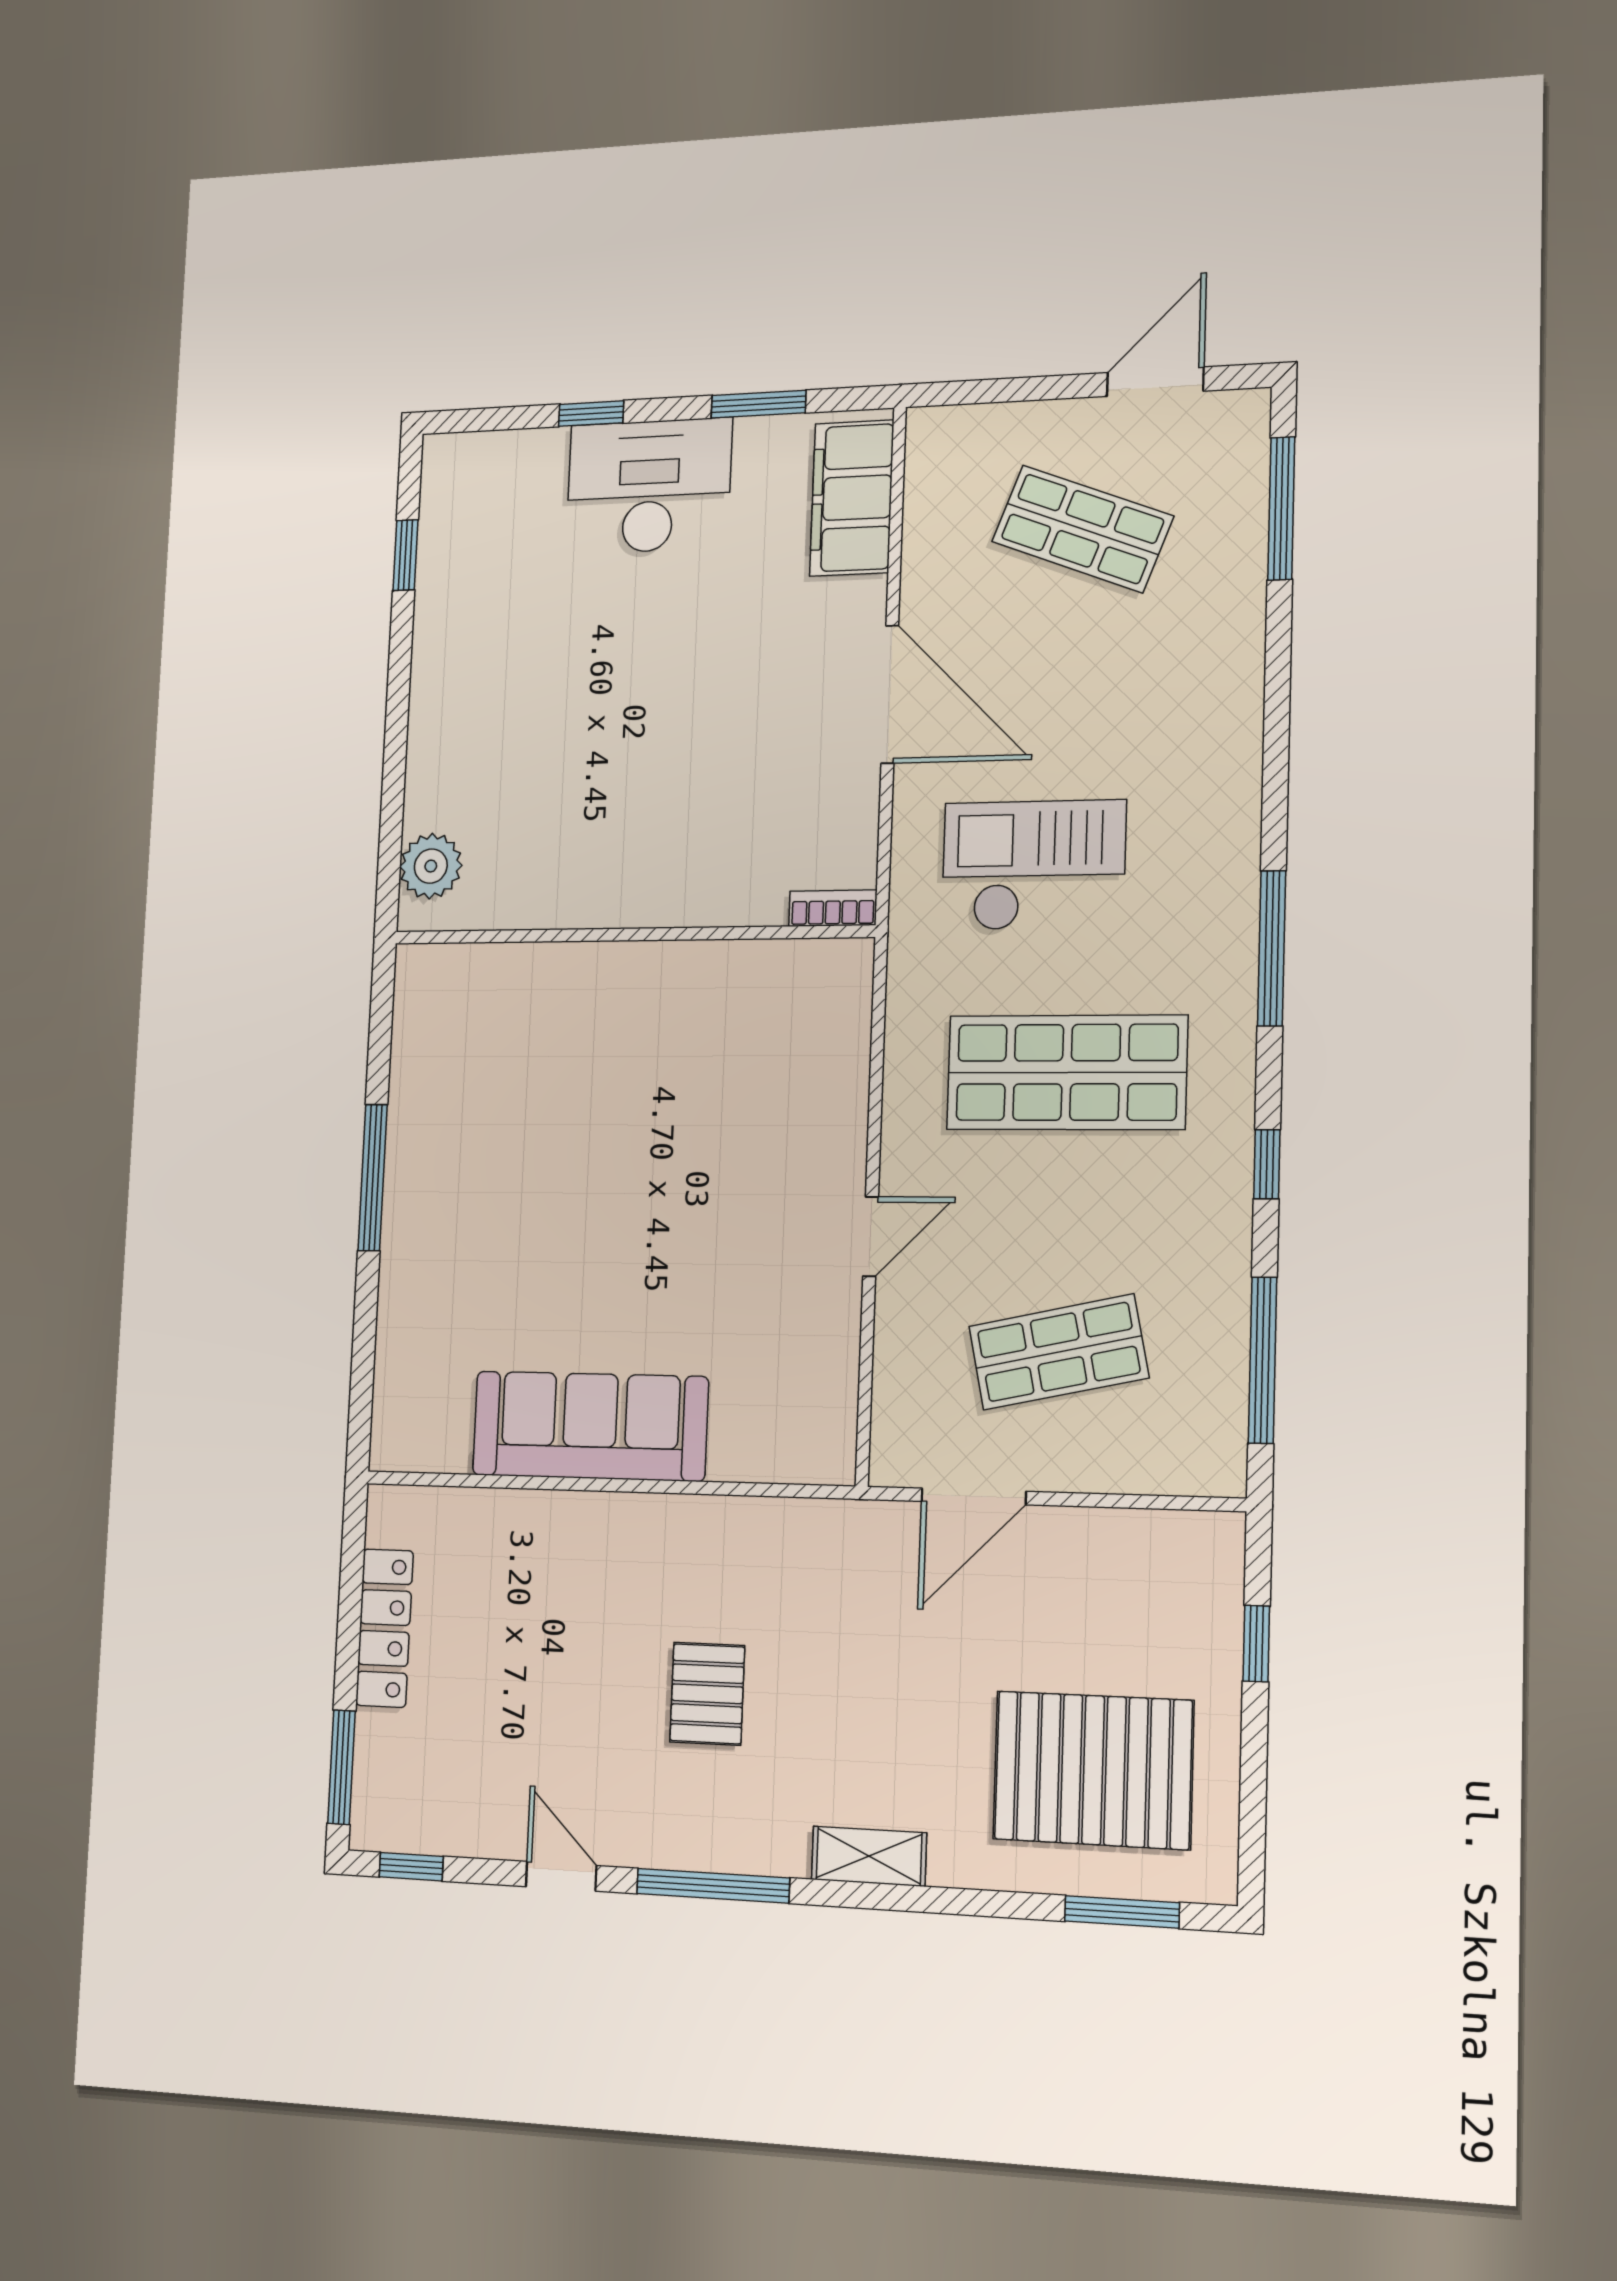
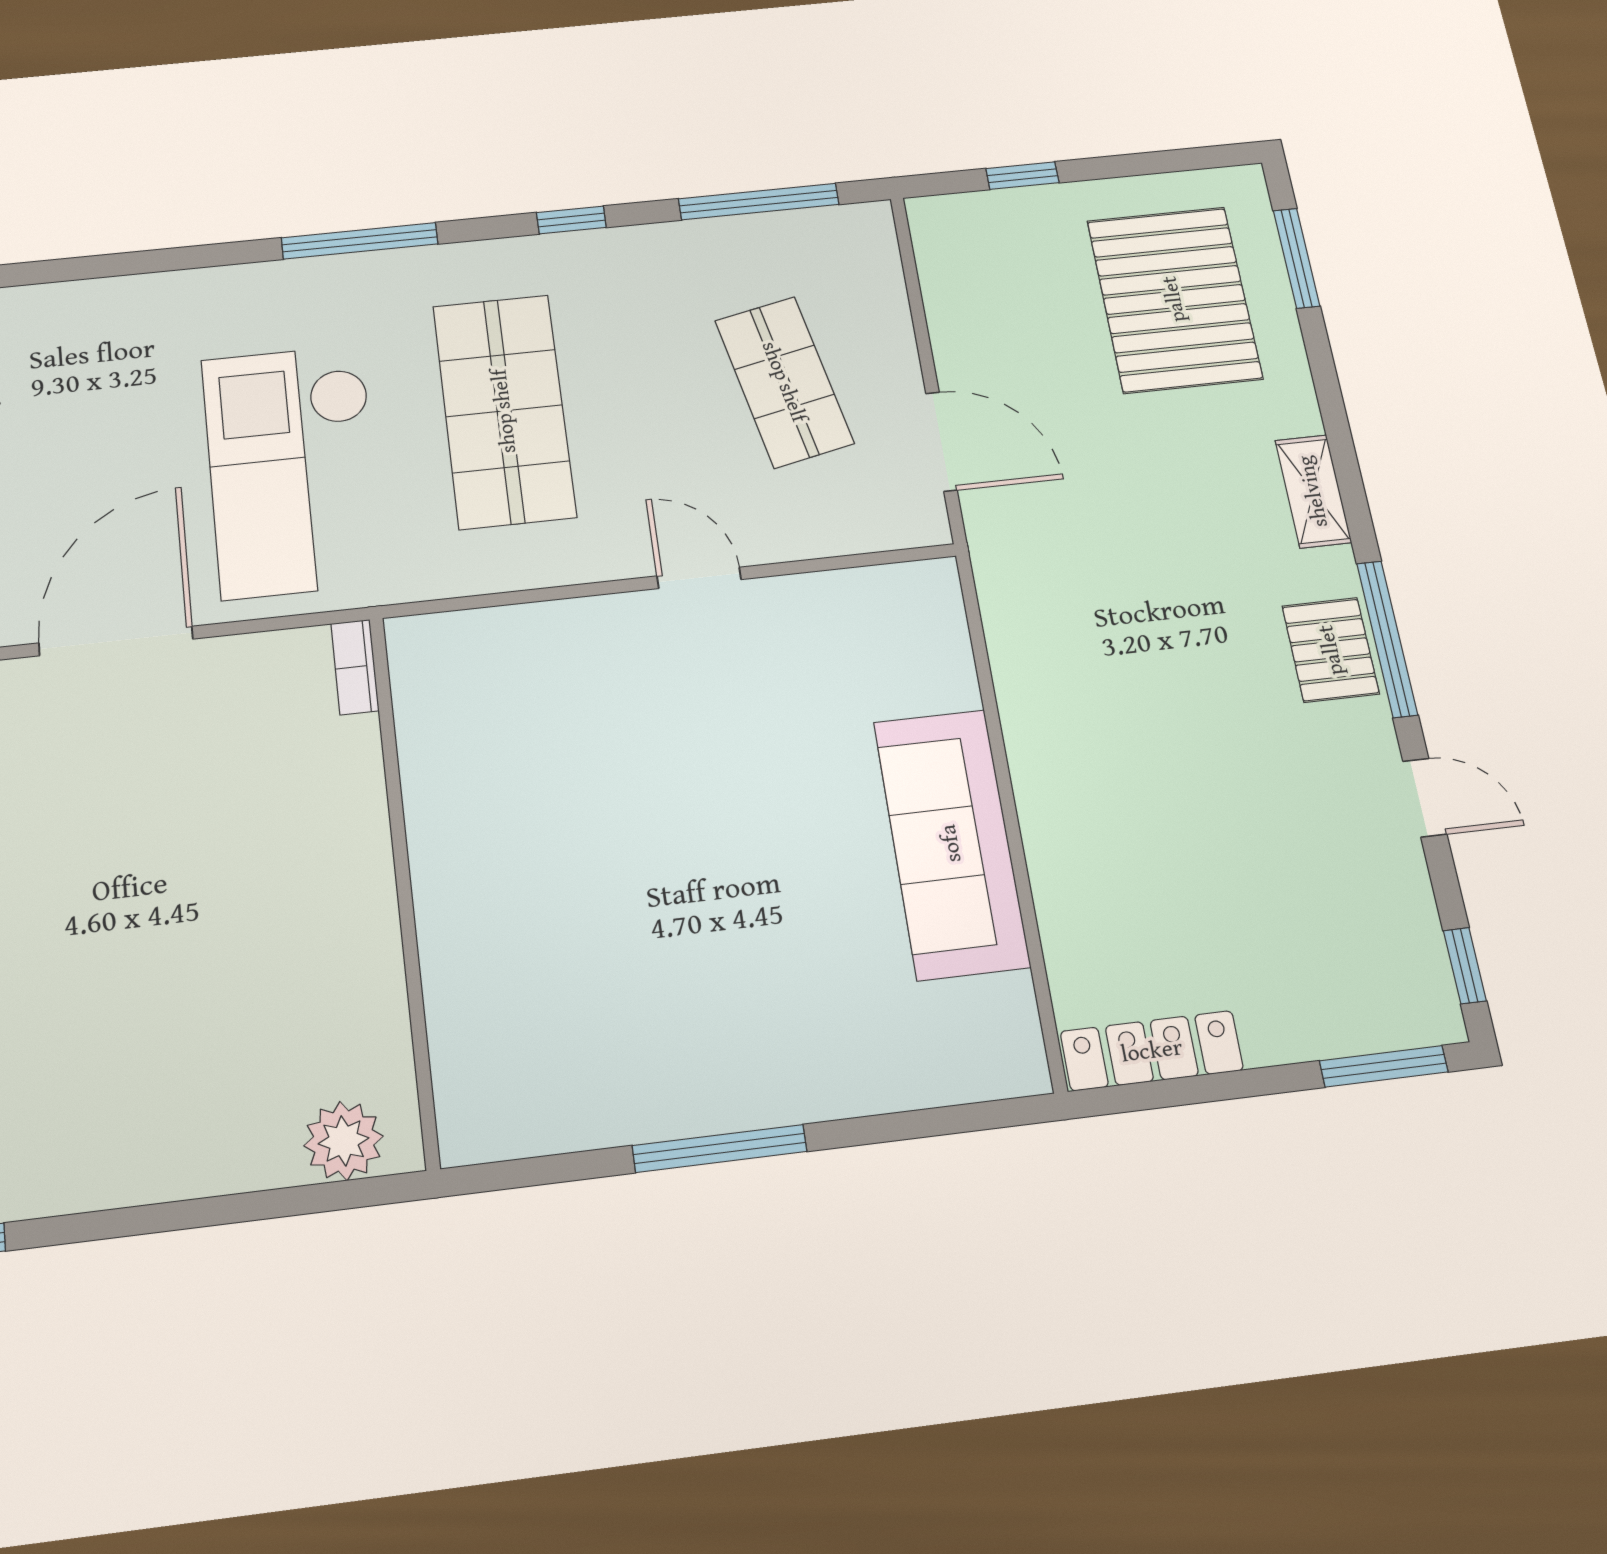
checkout: (1034, 865) -> (293, 470), width x1.36, depth x1.21
locker: (385, 1628) -> (1152, 1051), moved
pallet: (707, 1694) -> (1331, 650), moved, turned 90
door: (561, 1876) -> (1425, 798), swing flipped

